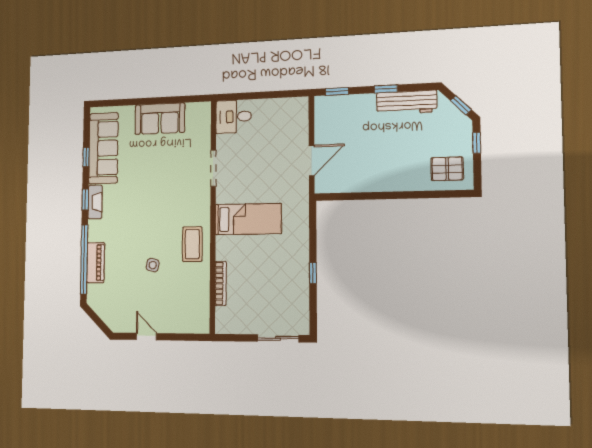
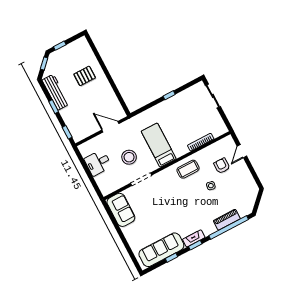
desk: (233, 117) -> (98, 163), moved, turned 90
sofa: (160, 119) -> (121, 210), moved
stool: (253, 166) -> (129, 157), added
pallet: (447, 169) -> (85, 76), moved, turned 90
armchair: (172, 296) -> (222, 166), added
door: (146, 337) -> (242, 151), moved

